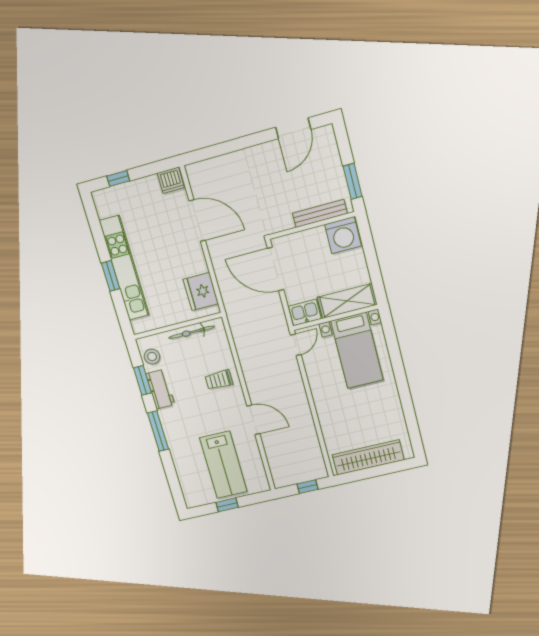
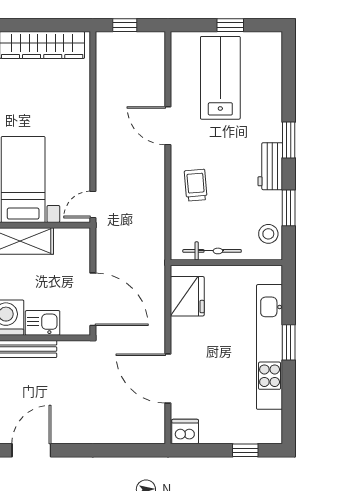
kitchen sink: (305, 313) -> (43, 323), moved, turned 180
trolley: (219, 380) -> (196, 185), turned -95
workbench: (160, 389) -> (270, 166), moved
window: (158, 431) -> (289, 140), width x0.69

